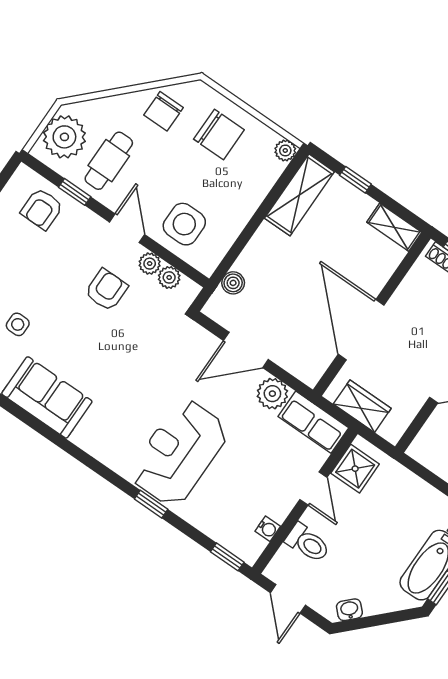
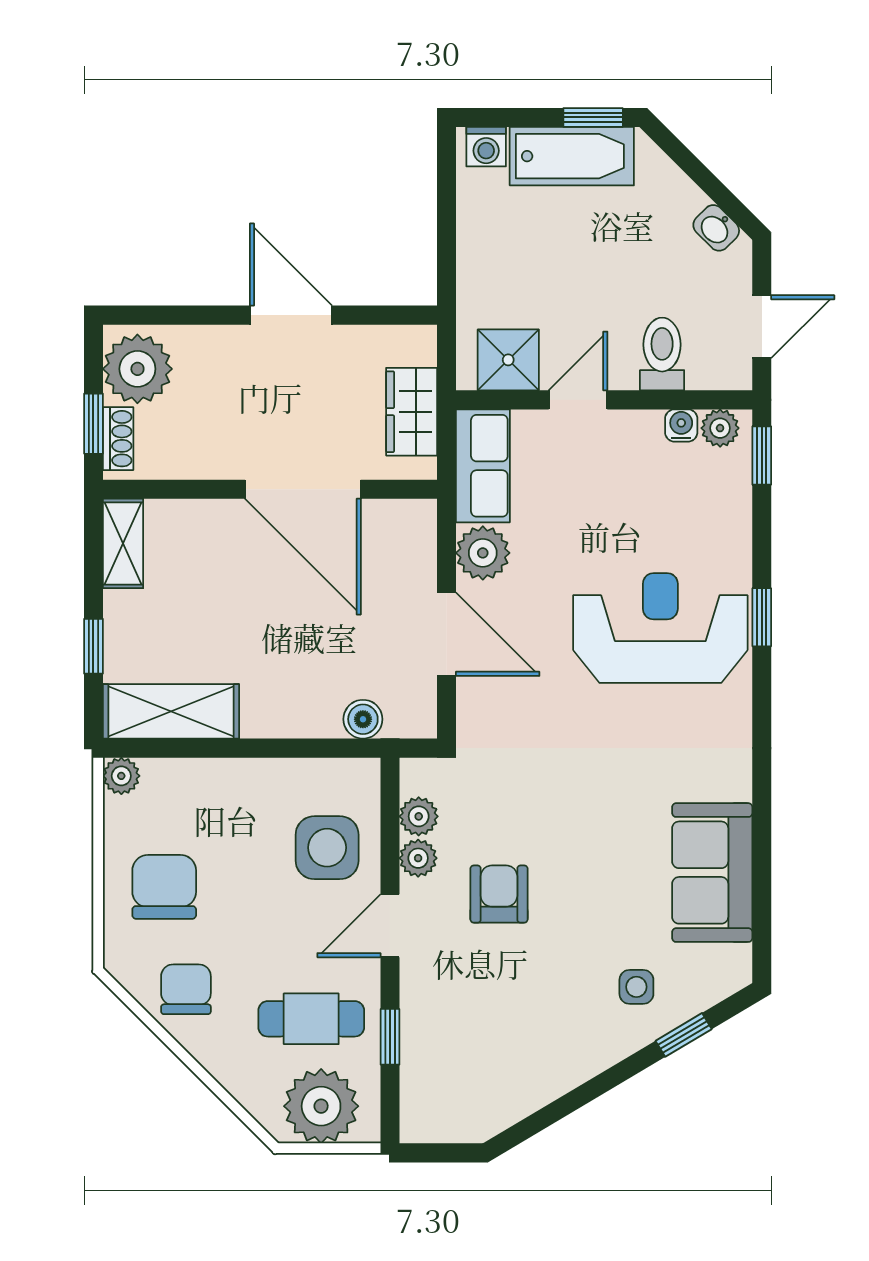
chair: (164, 111) -> (186, 989), turned -90
armchair: (42, 209) -> (447, 1067), removed
armchair: (106, 290) -> (499, 894), turned 90
door: (361, 330) -> (303, 489), hinge flipped
reception desk: (179, 453) -> (660, 628), turned 180
plant: (254, 546) -> (720, 428), added

